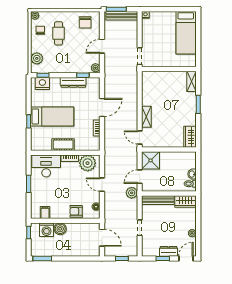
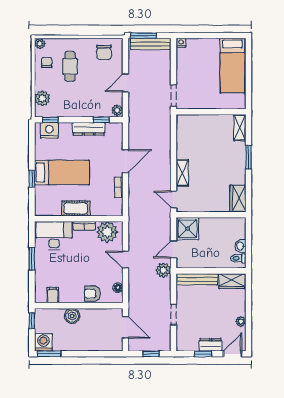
washing machine: (46, 230) -> (43, 342), moved, turned 180

